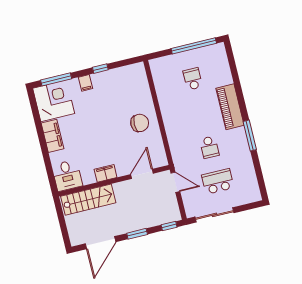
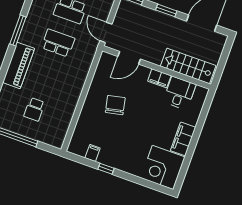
window: (56, 79) -> (149, 184), removed
filing cabinet: (85, 83) -> (93, 153), moved
chair: (140, 123) -> (115, 105), moved, turned 78
school desk: (209, 147) -> (58, 43), width x1.85
desk: (67, 175) -> (179, 93), moved

